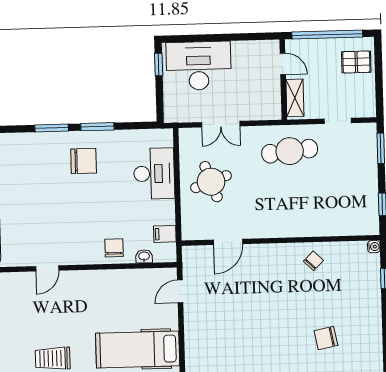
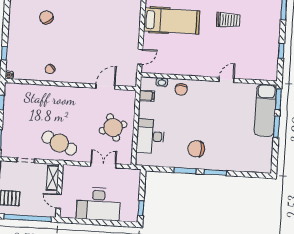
desk: (199, 66) -> (98, 204), moved
cafe table: (290, 151) -> (59, 143), turned 30
chair: (326, 338) -> (46, 17), turned -117

